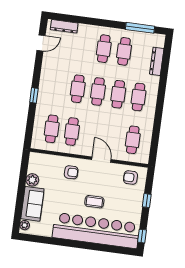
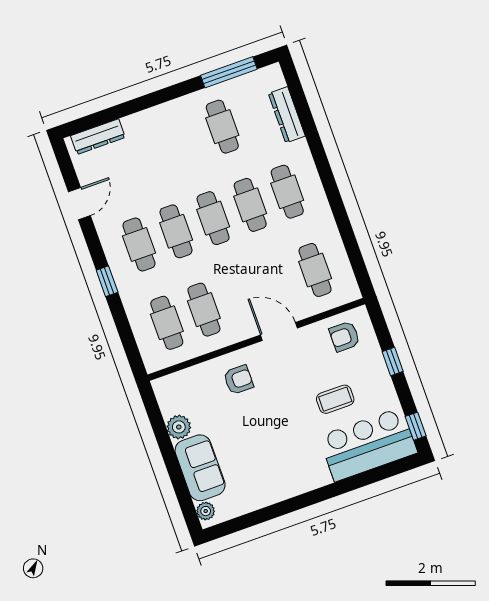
door: (41, 43) -> (79, 204), moved
cafe table: (104, 49) -> (139, 244), moved
coffee table: (94, 202) -> (335, 399), moved
bar counter: (96, 230) -> (368, 444), width x0.54

